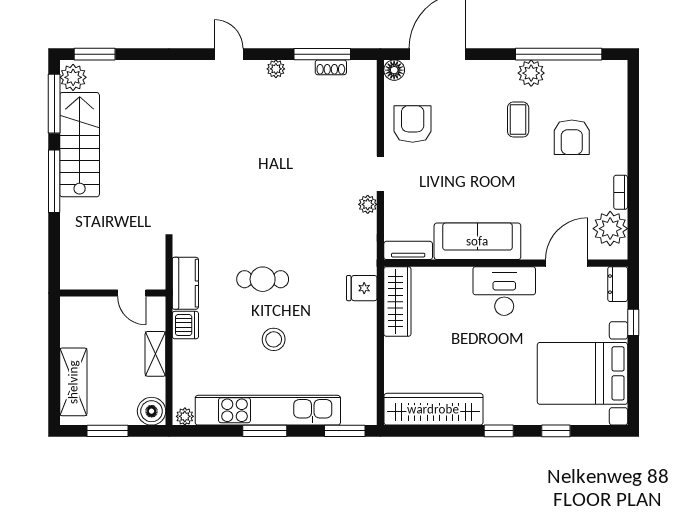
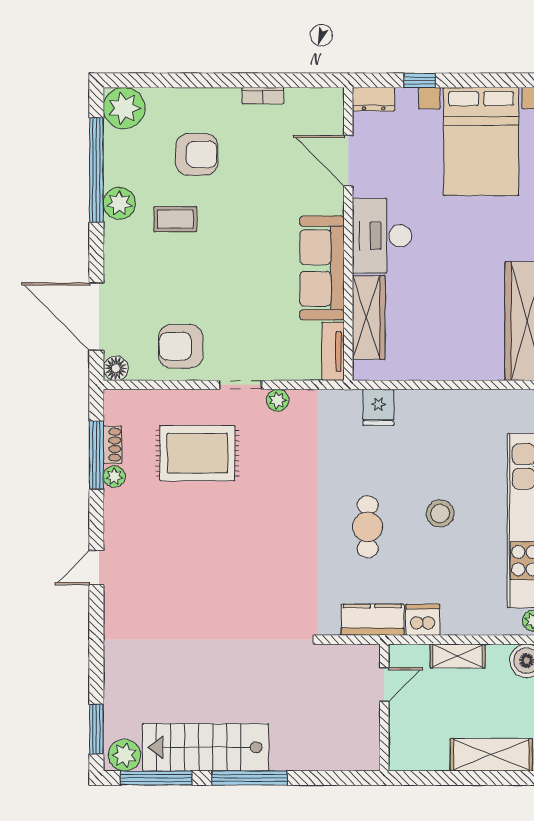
plant: (276, 69) -> (114, 476), moved
rug: (324, 138) -> (197, 453), added
plant: (610, 229) -> (124, 108), moved
wardrobe: (397, 302) -> (369, 318), moved, turned 90

